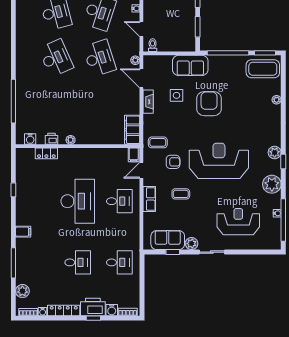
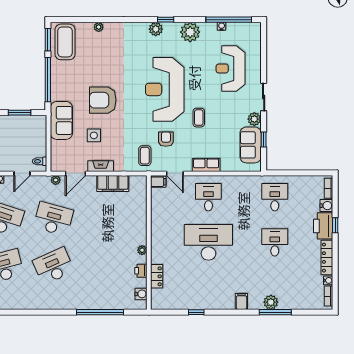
desk: (99, 58) -> (53, 219), turned 33
filing cabinet: (132, 130) -> (113, 183), moved
coffee table: (181, 194) -> (199, 118), moved
plant: (22, 291) -> (271, 302), moved

